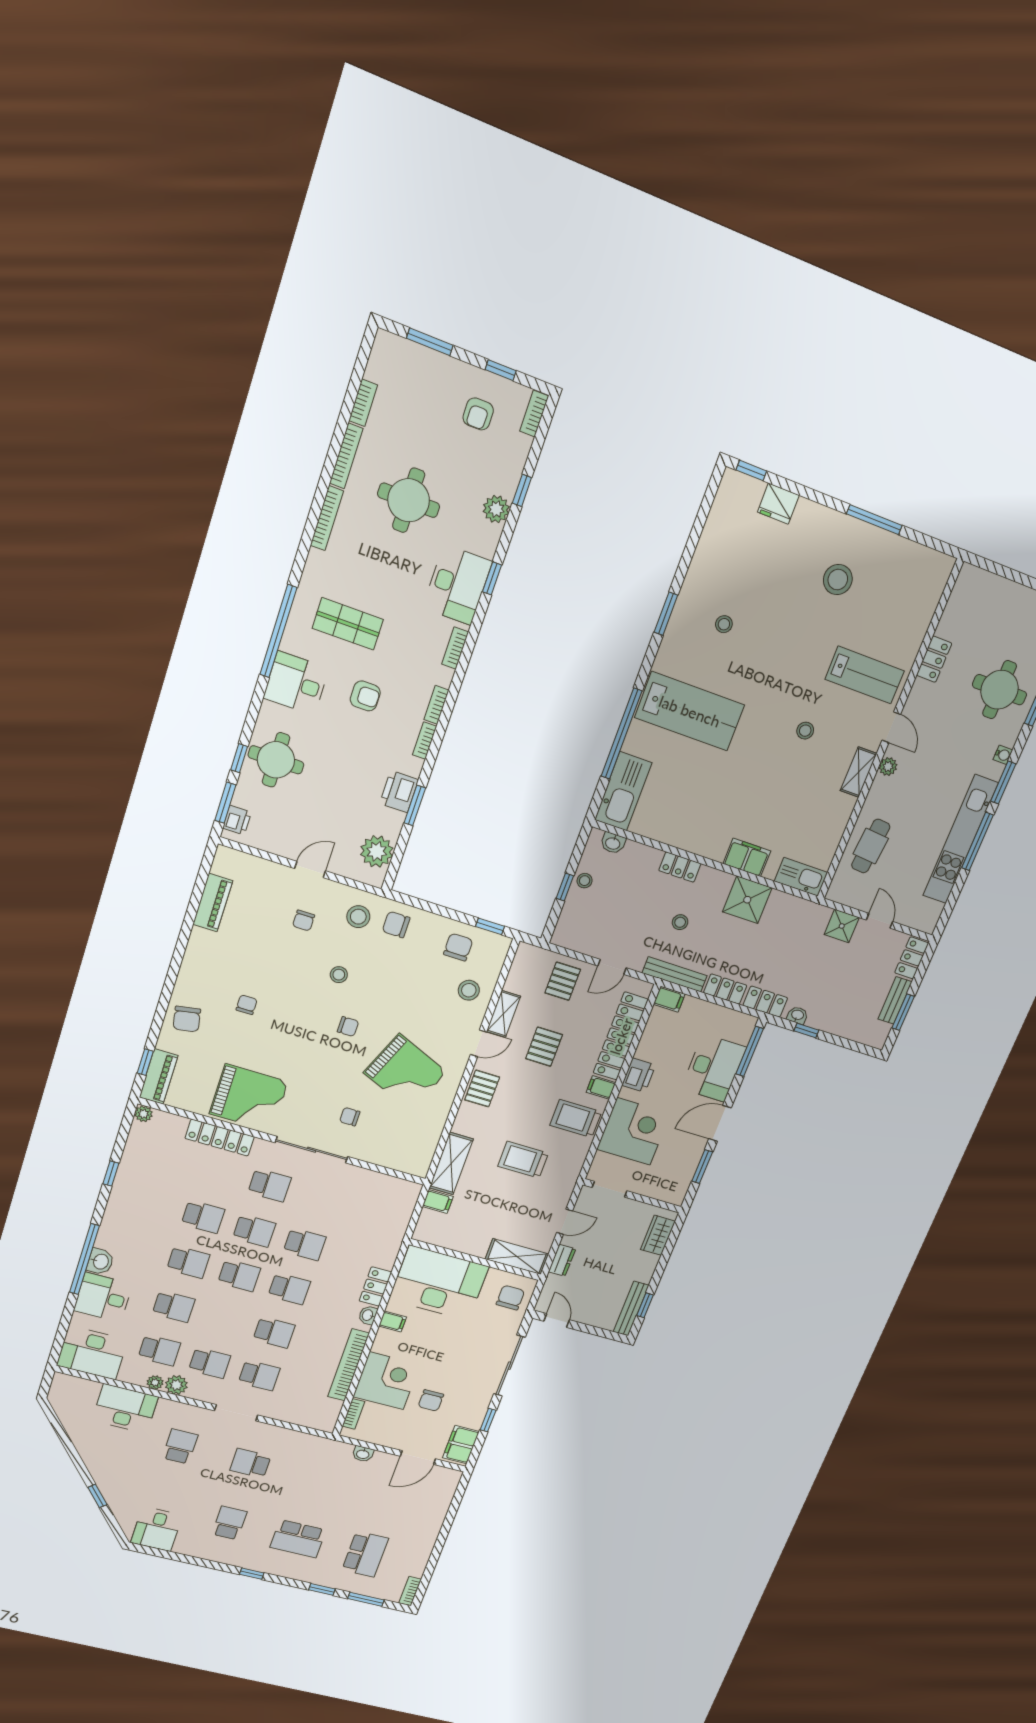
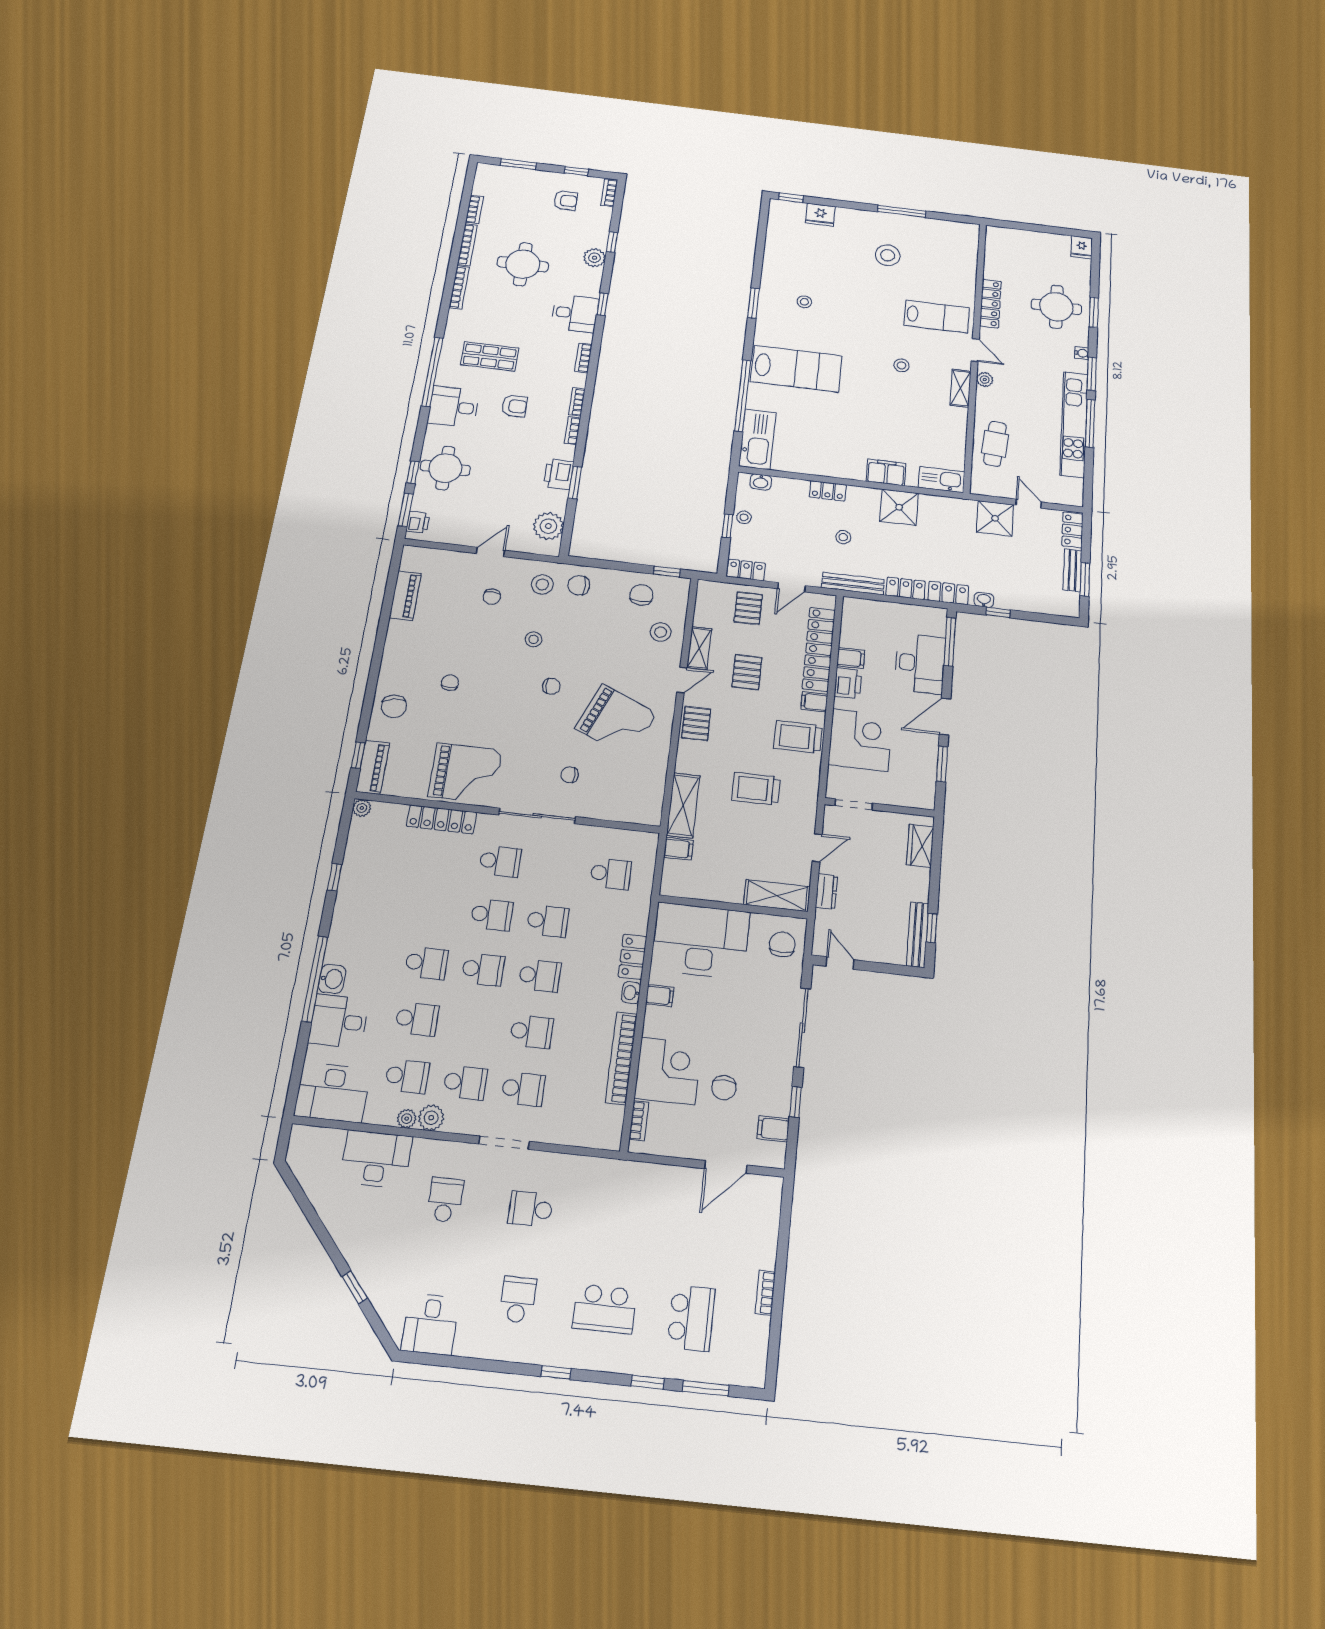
armchair: (478, 414) -> (566, 201), turned -90
desk: (457, 585) -> (575, 313), width x0.73
locker: (934, 659) -> (990, 304), width x1.53
shower: (842, 926) -> (995, 518), width x1.36, depth x1.36
locker: (571, 940) -> (746, 570), added
filing cabinet: (669, 999) -> (851, 658), moved
school desk: (203, 1217) -> (611, 874), moved
filing cabinet: (461, 1445) -> (773, 1129), width x0.50
washbasin: (363, 1454) -> (660, 1173), removed
bookcase: (410, 1591) -> (765, 1293), moved

